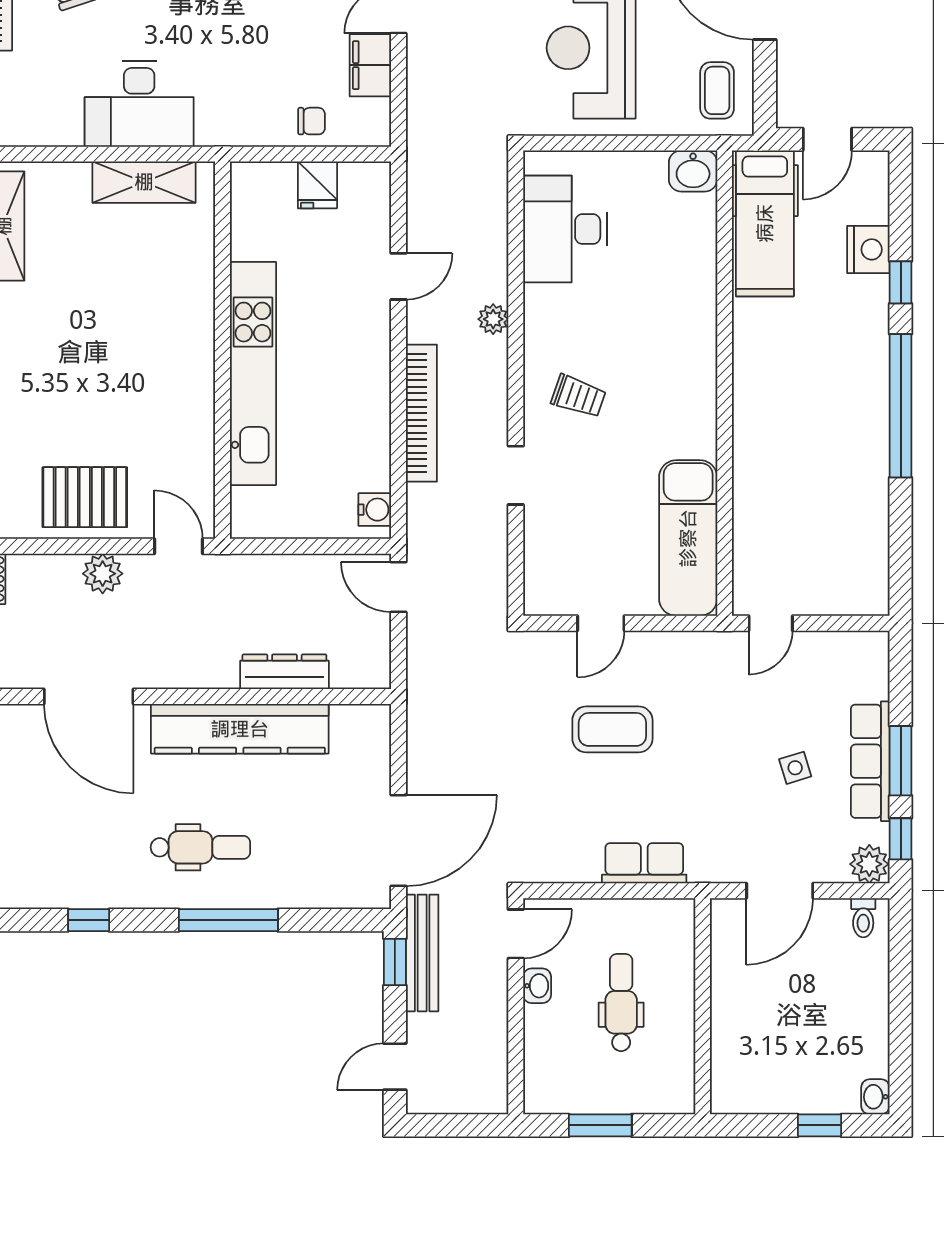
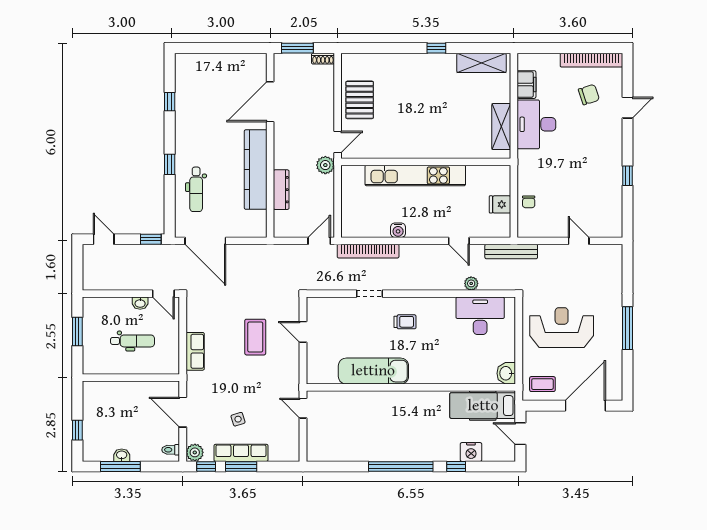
filing cabinet: (370, 65) -> (526, 85), moved, turned 90
plant: (493, 319) -> (471, 283), moved
trolley: (578, 396) -> (405, 322), turned -109
bookcase: (421, 413) -> (368, 251), moved
water cooler: (375, 510) -> (398, 230), moved
exam couch: (688, 538) -> (373, 371), moved
plant: (103, 574) -> (325, 165), moved
dental chair: (200, 847) -> (196, 189), moved
window: (228, 920) -> (170, 164), width x0.46
bench: (422, 953) -> (511, 252), moved
window: (901, 1030) -> (120, 467), added
washbasin: (875, 1097) -> (122, 455), moved

